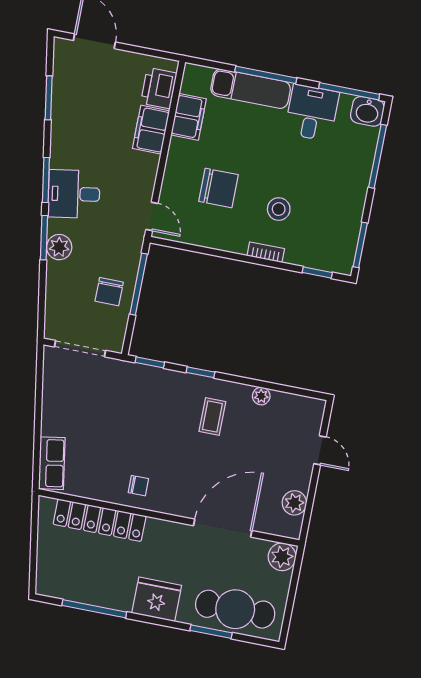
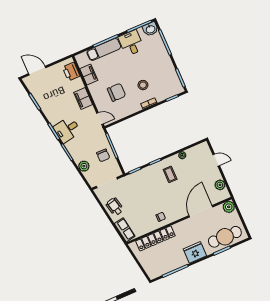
filing cabinet: (151, 130) -> (83, 98), moved
plant: (59, 247) -> (84, 166), moved
wheelchair: (63, 405) -> (115, 207), added

